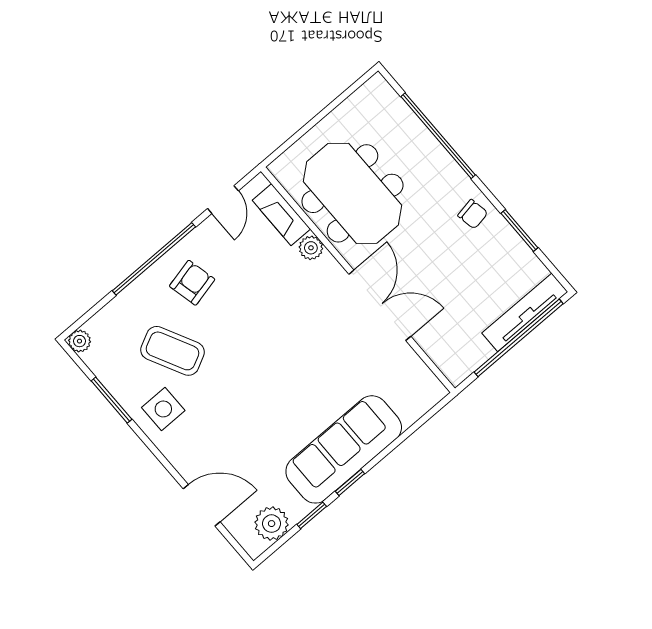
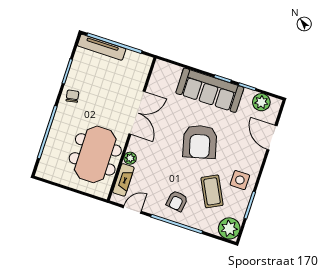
armchair: (192, 283) -> (177, 201), turned -69
double door: (380, 305) -> (137, 113), swing flipped
plant: (79, 341) -> (229, 228), width x1.87, depth x1.87
armchair: (268, 381) -> (200, 142), added

